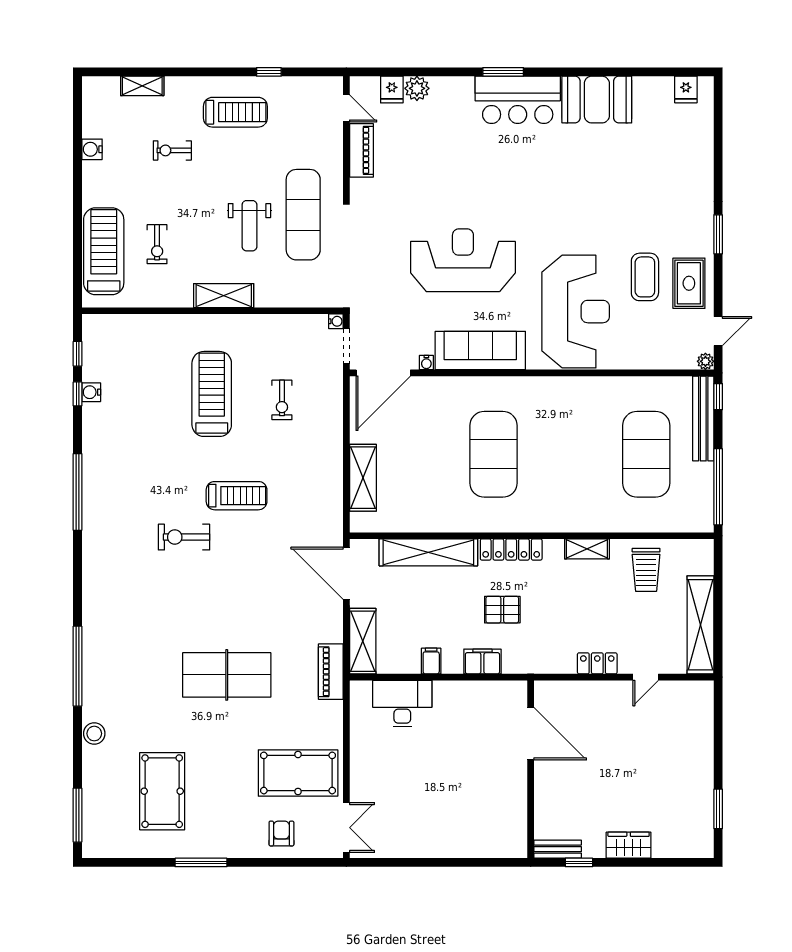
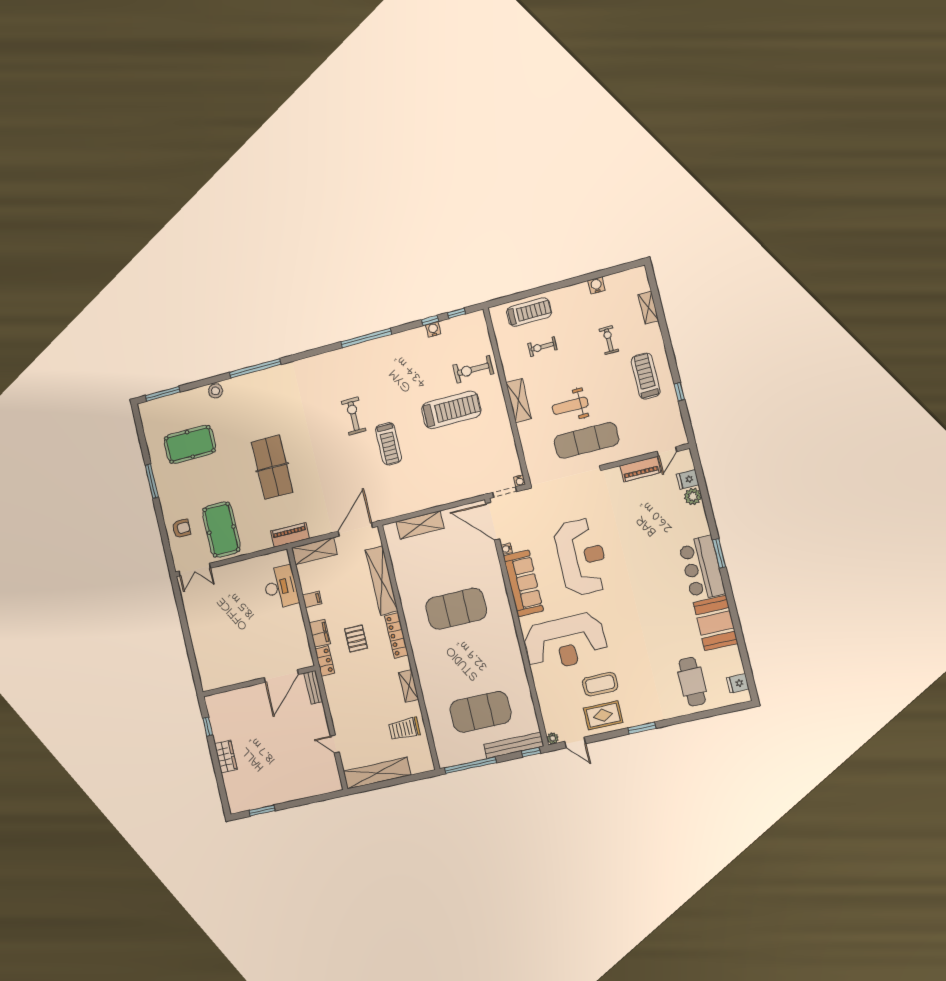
treadmill: (235, 112) -> (646, 376), turned 180
cafe table: (670, 150) -> (692, 682), added
treadmill: (104, 251) -> (529, 312), width x0.73, depth x0.73
exercise bike: (282, 400) -> (473, 369), moved, width x1.38, depth x1.39
locker: (597, 663) -> (325, 661), moved
bench: (558, 849) -> (313, 687), moved

